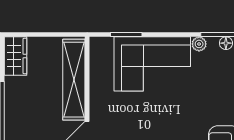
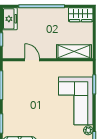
shelving: (74, 80) -> (74, 51), width x0.68

